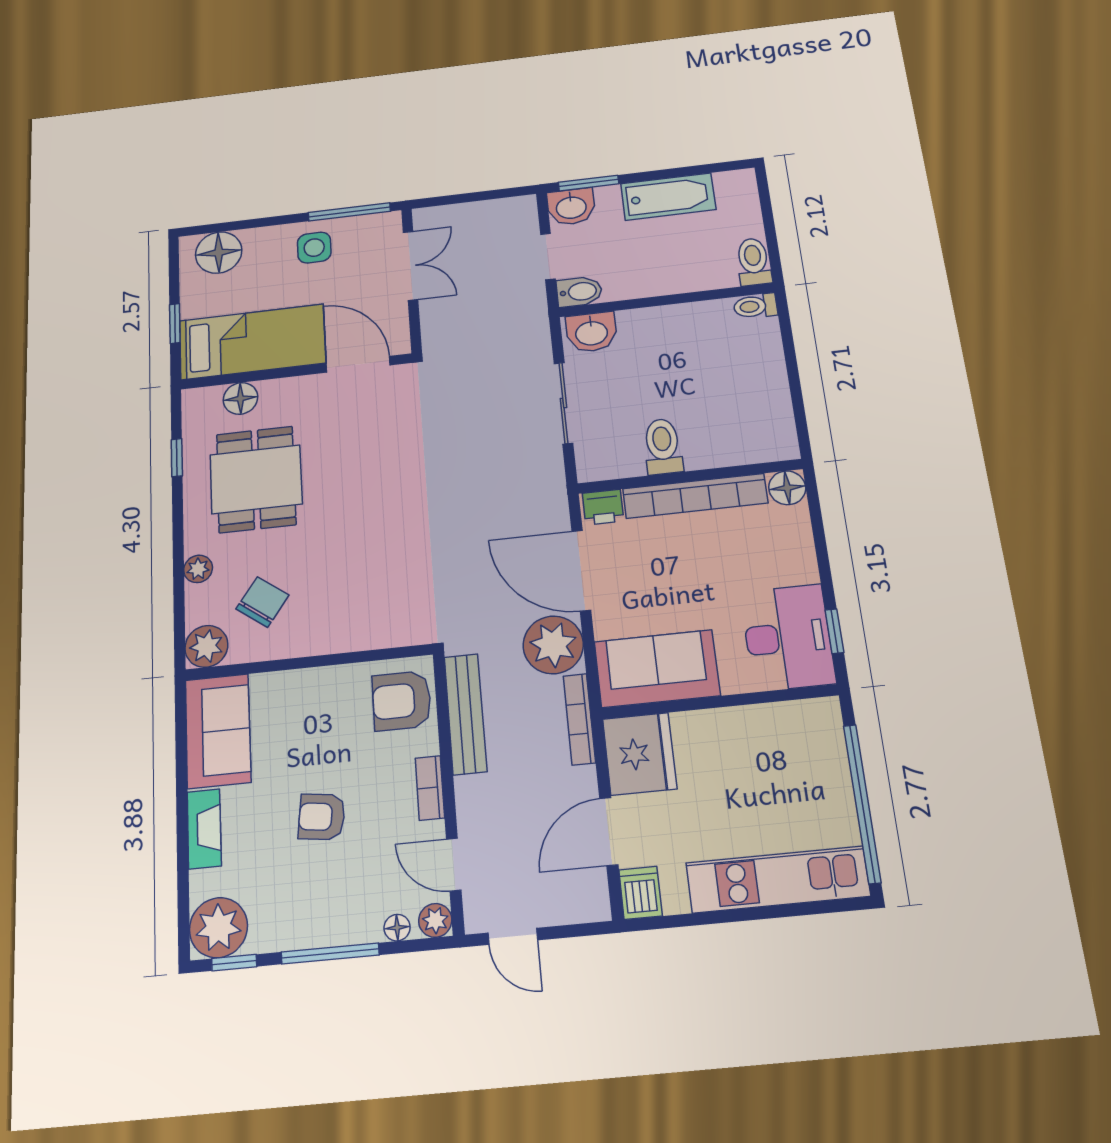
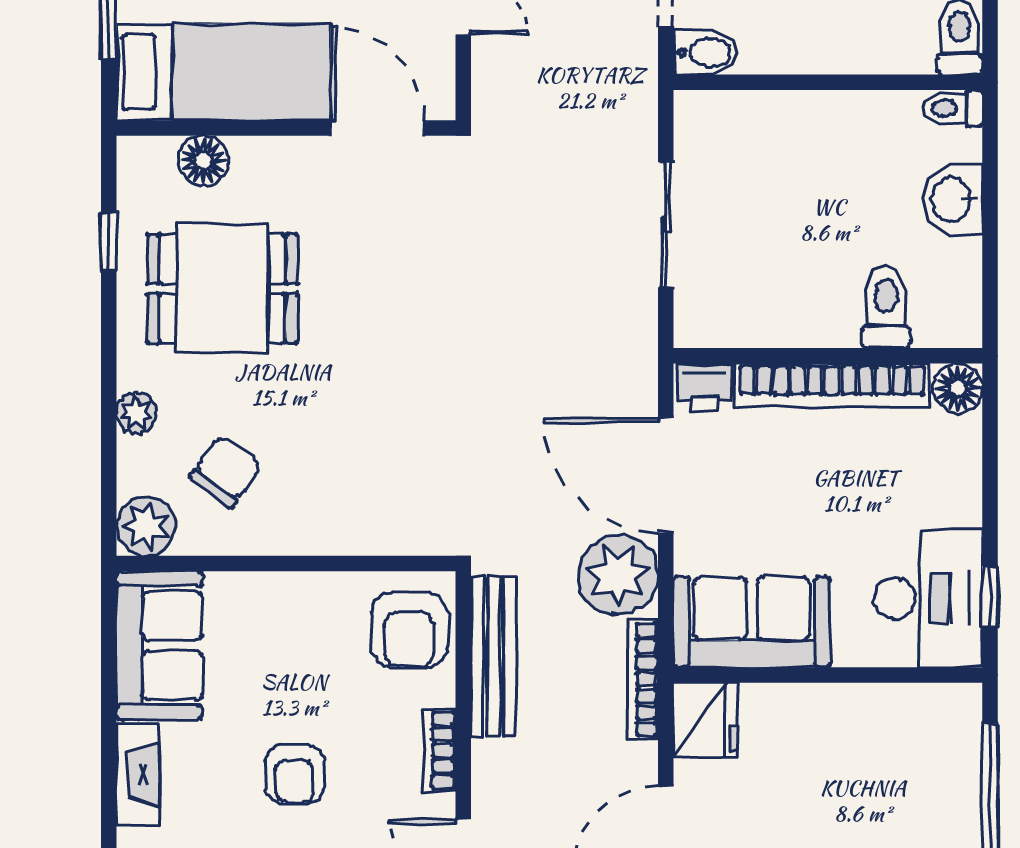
washbasin: (591, 332) -> (953, 199), moved, turned 90
toilet: (663, 446) -> (886, 307), moved
dining table: (256, 479) -> (222, 289), turned 90
armchair: (402, 701) -> (409, 630), turned -90
fridge: (640, 754) -> (705, 720), width x0.73, depth x0.75
armchair: (322, 817) -> (295, 774), turned -97

